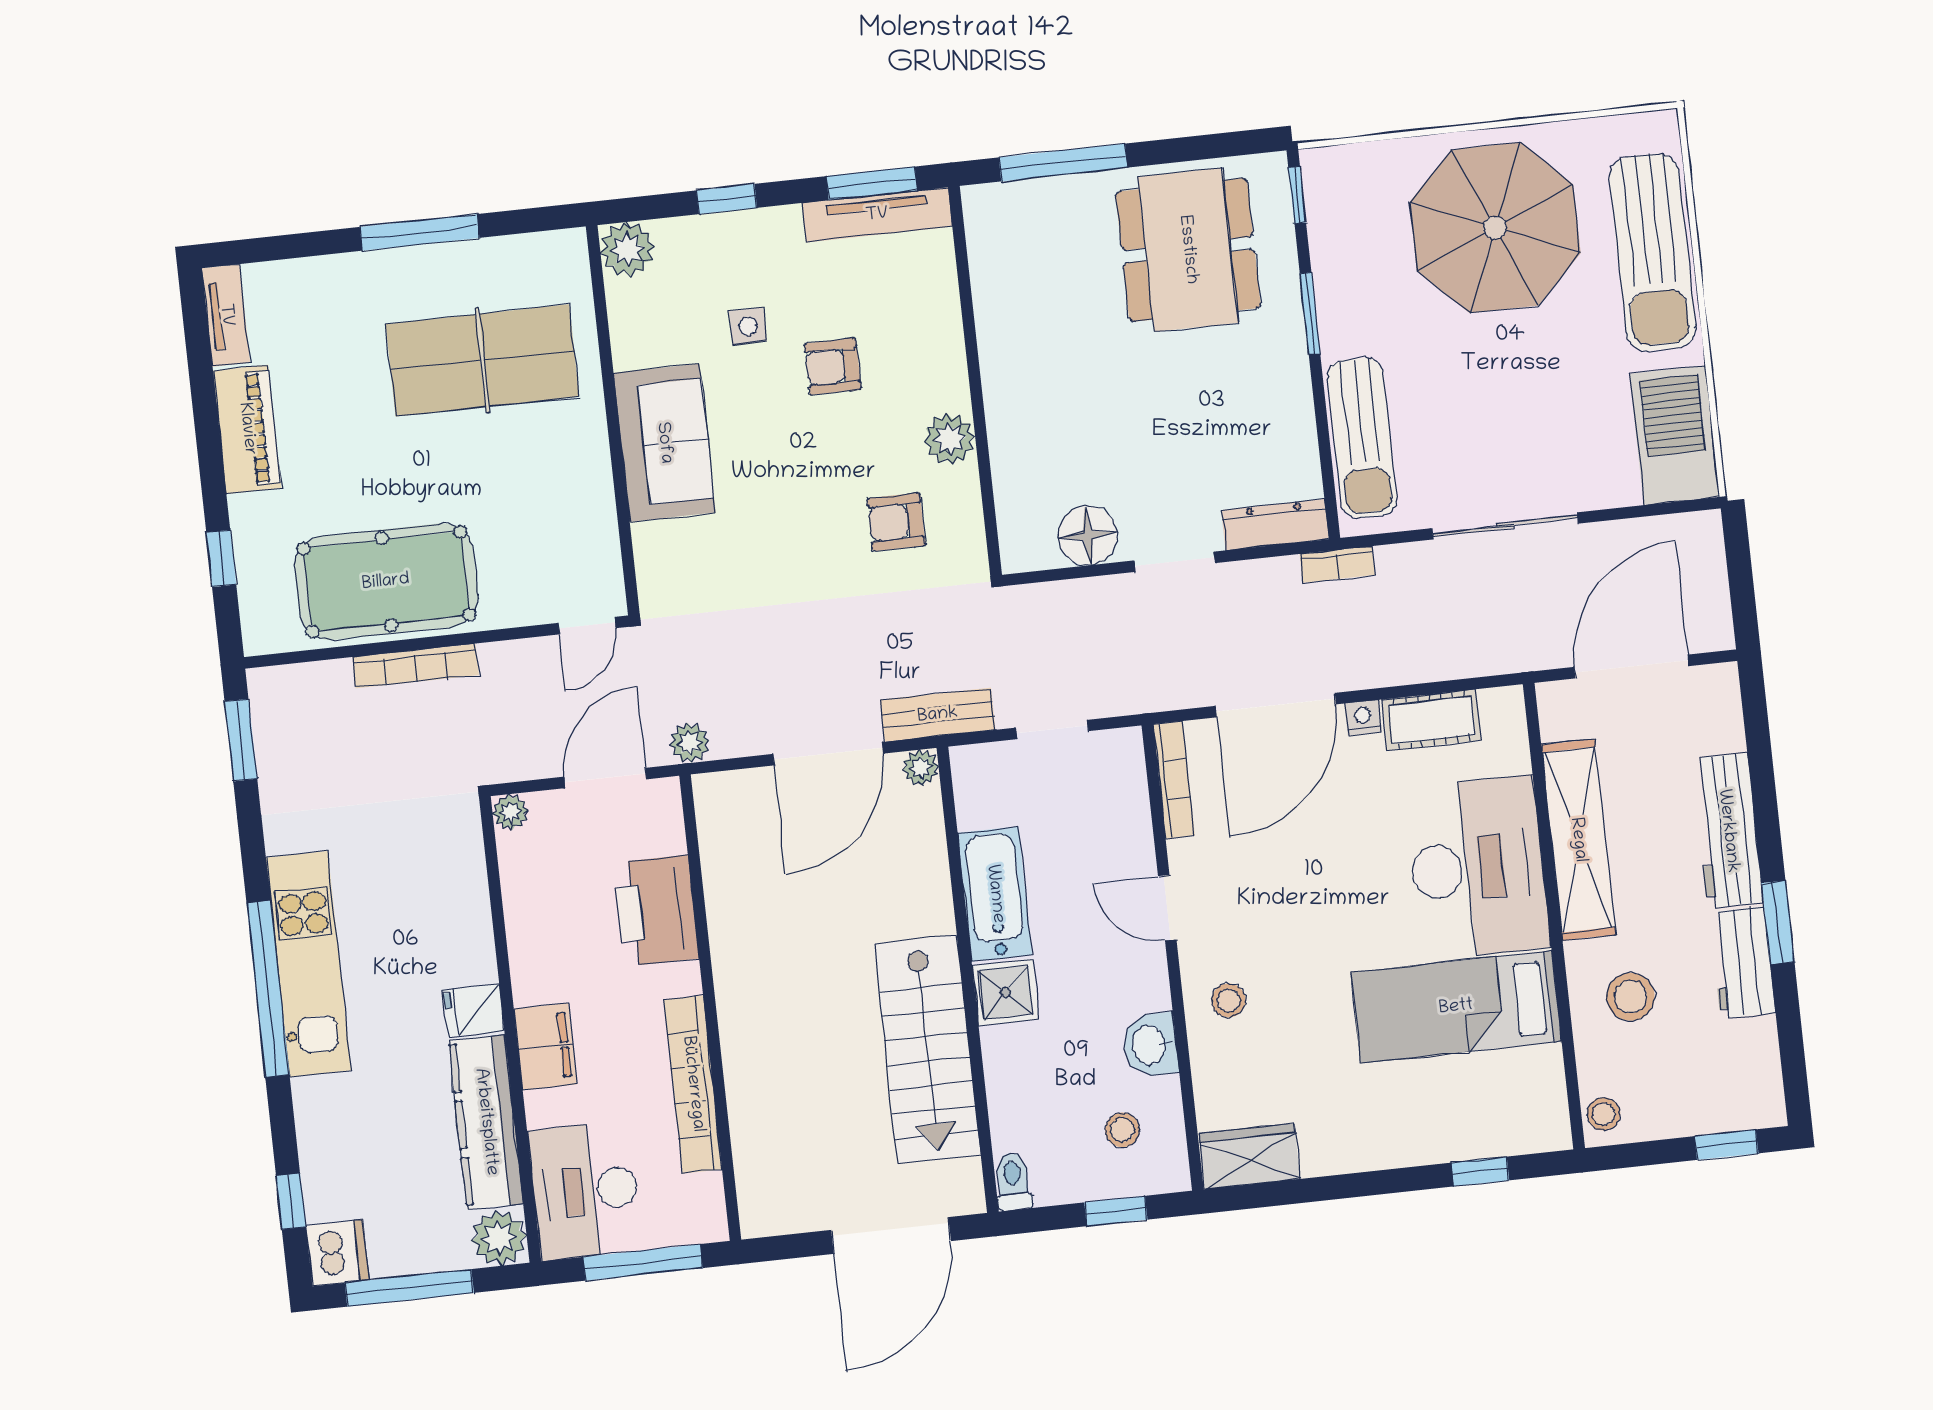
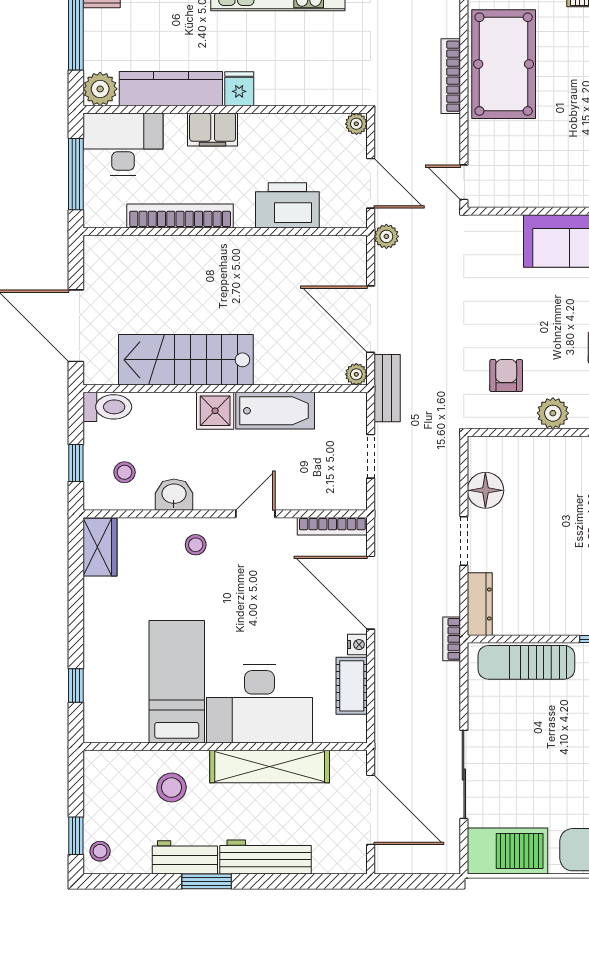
sliding door: (1505, 526) -> (464, 774), moved
stool: (1604, 1114) -> (100, 851), moved
toilet: (1013, 1181) -> (107, 407), width x1.37, depth x1.39

